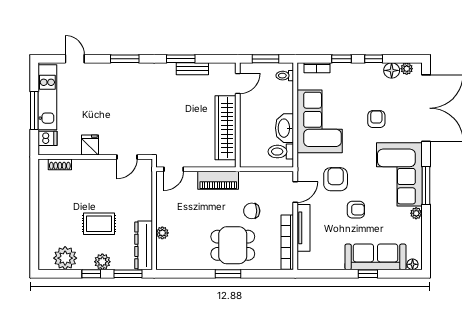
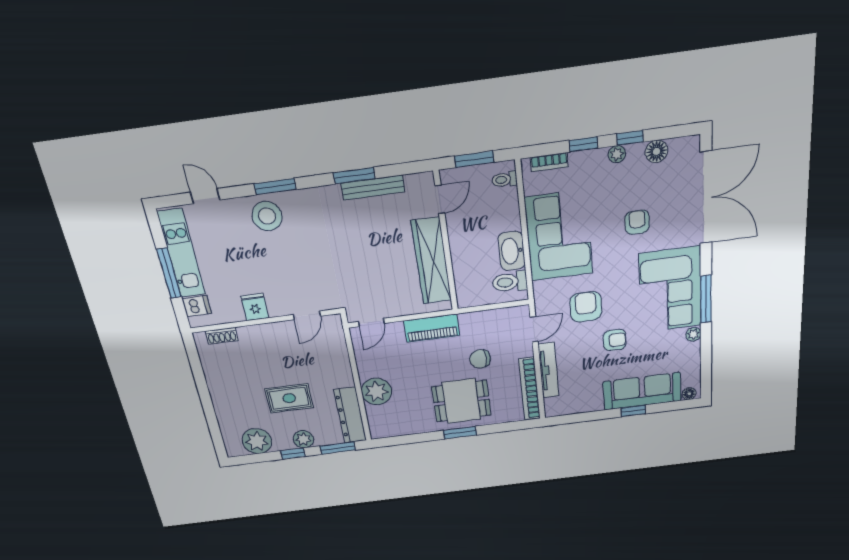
bench: (192, 69) -> (373, 188), width x1.36
plant: (407, 69) -> (617, 154), moved
stool: (114, 79) -> (267, 216), added
plant: (162, 233) -> (376, 391), width x1.87, depth x1.87

